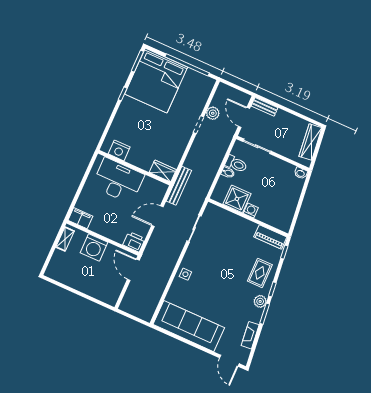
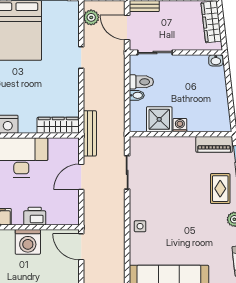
plant: (213, 113) -> (91, 17), moved
wardrobe: (163, 171) -> (58, 125), width x1.50
printer: (134, 242) -> (35, 216), moved

